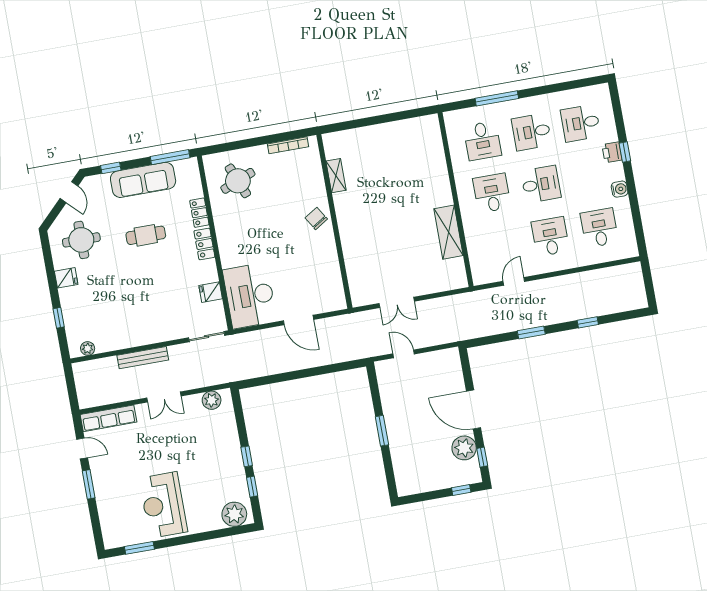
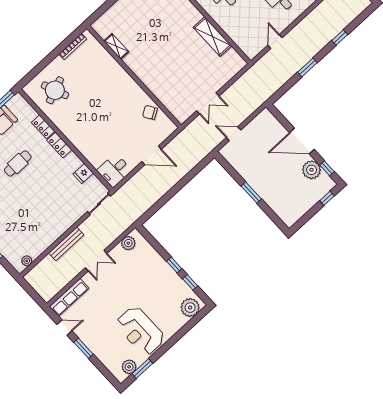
chair: (316, 218) -> (150, 112), moved
desk: (250, 296) -> (114, 170), width x0.53, depth x0.77
plant: (126, 537) -> (129, 367), added

